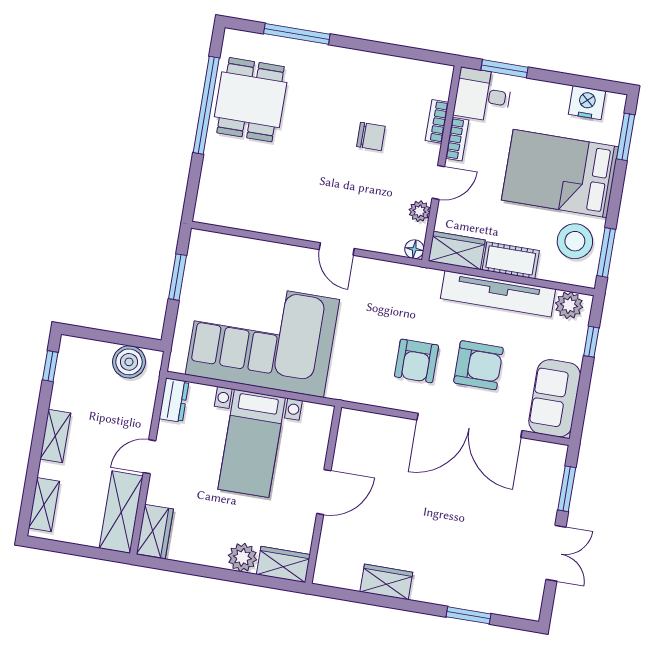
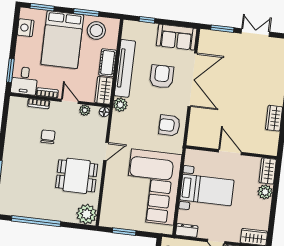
dining table: (251, 100) -> (77, 176), moved
plant: (215, 205) -> (87, 214), added
window: (606, 252) -> (86, 13), moved
plant: (569, 305) -> (120, 105), moved
armchair: (416, 361) -> (169, 125), moved, turned 180

